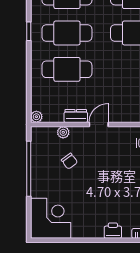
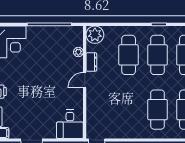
plant: (36, 117) -> (95, 35), width x1.87, depth x1.87
door: (99, 124) -> (85, 80), swing flipped
chair: (69, 161) -> (55, 57), removed

